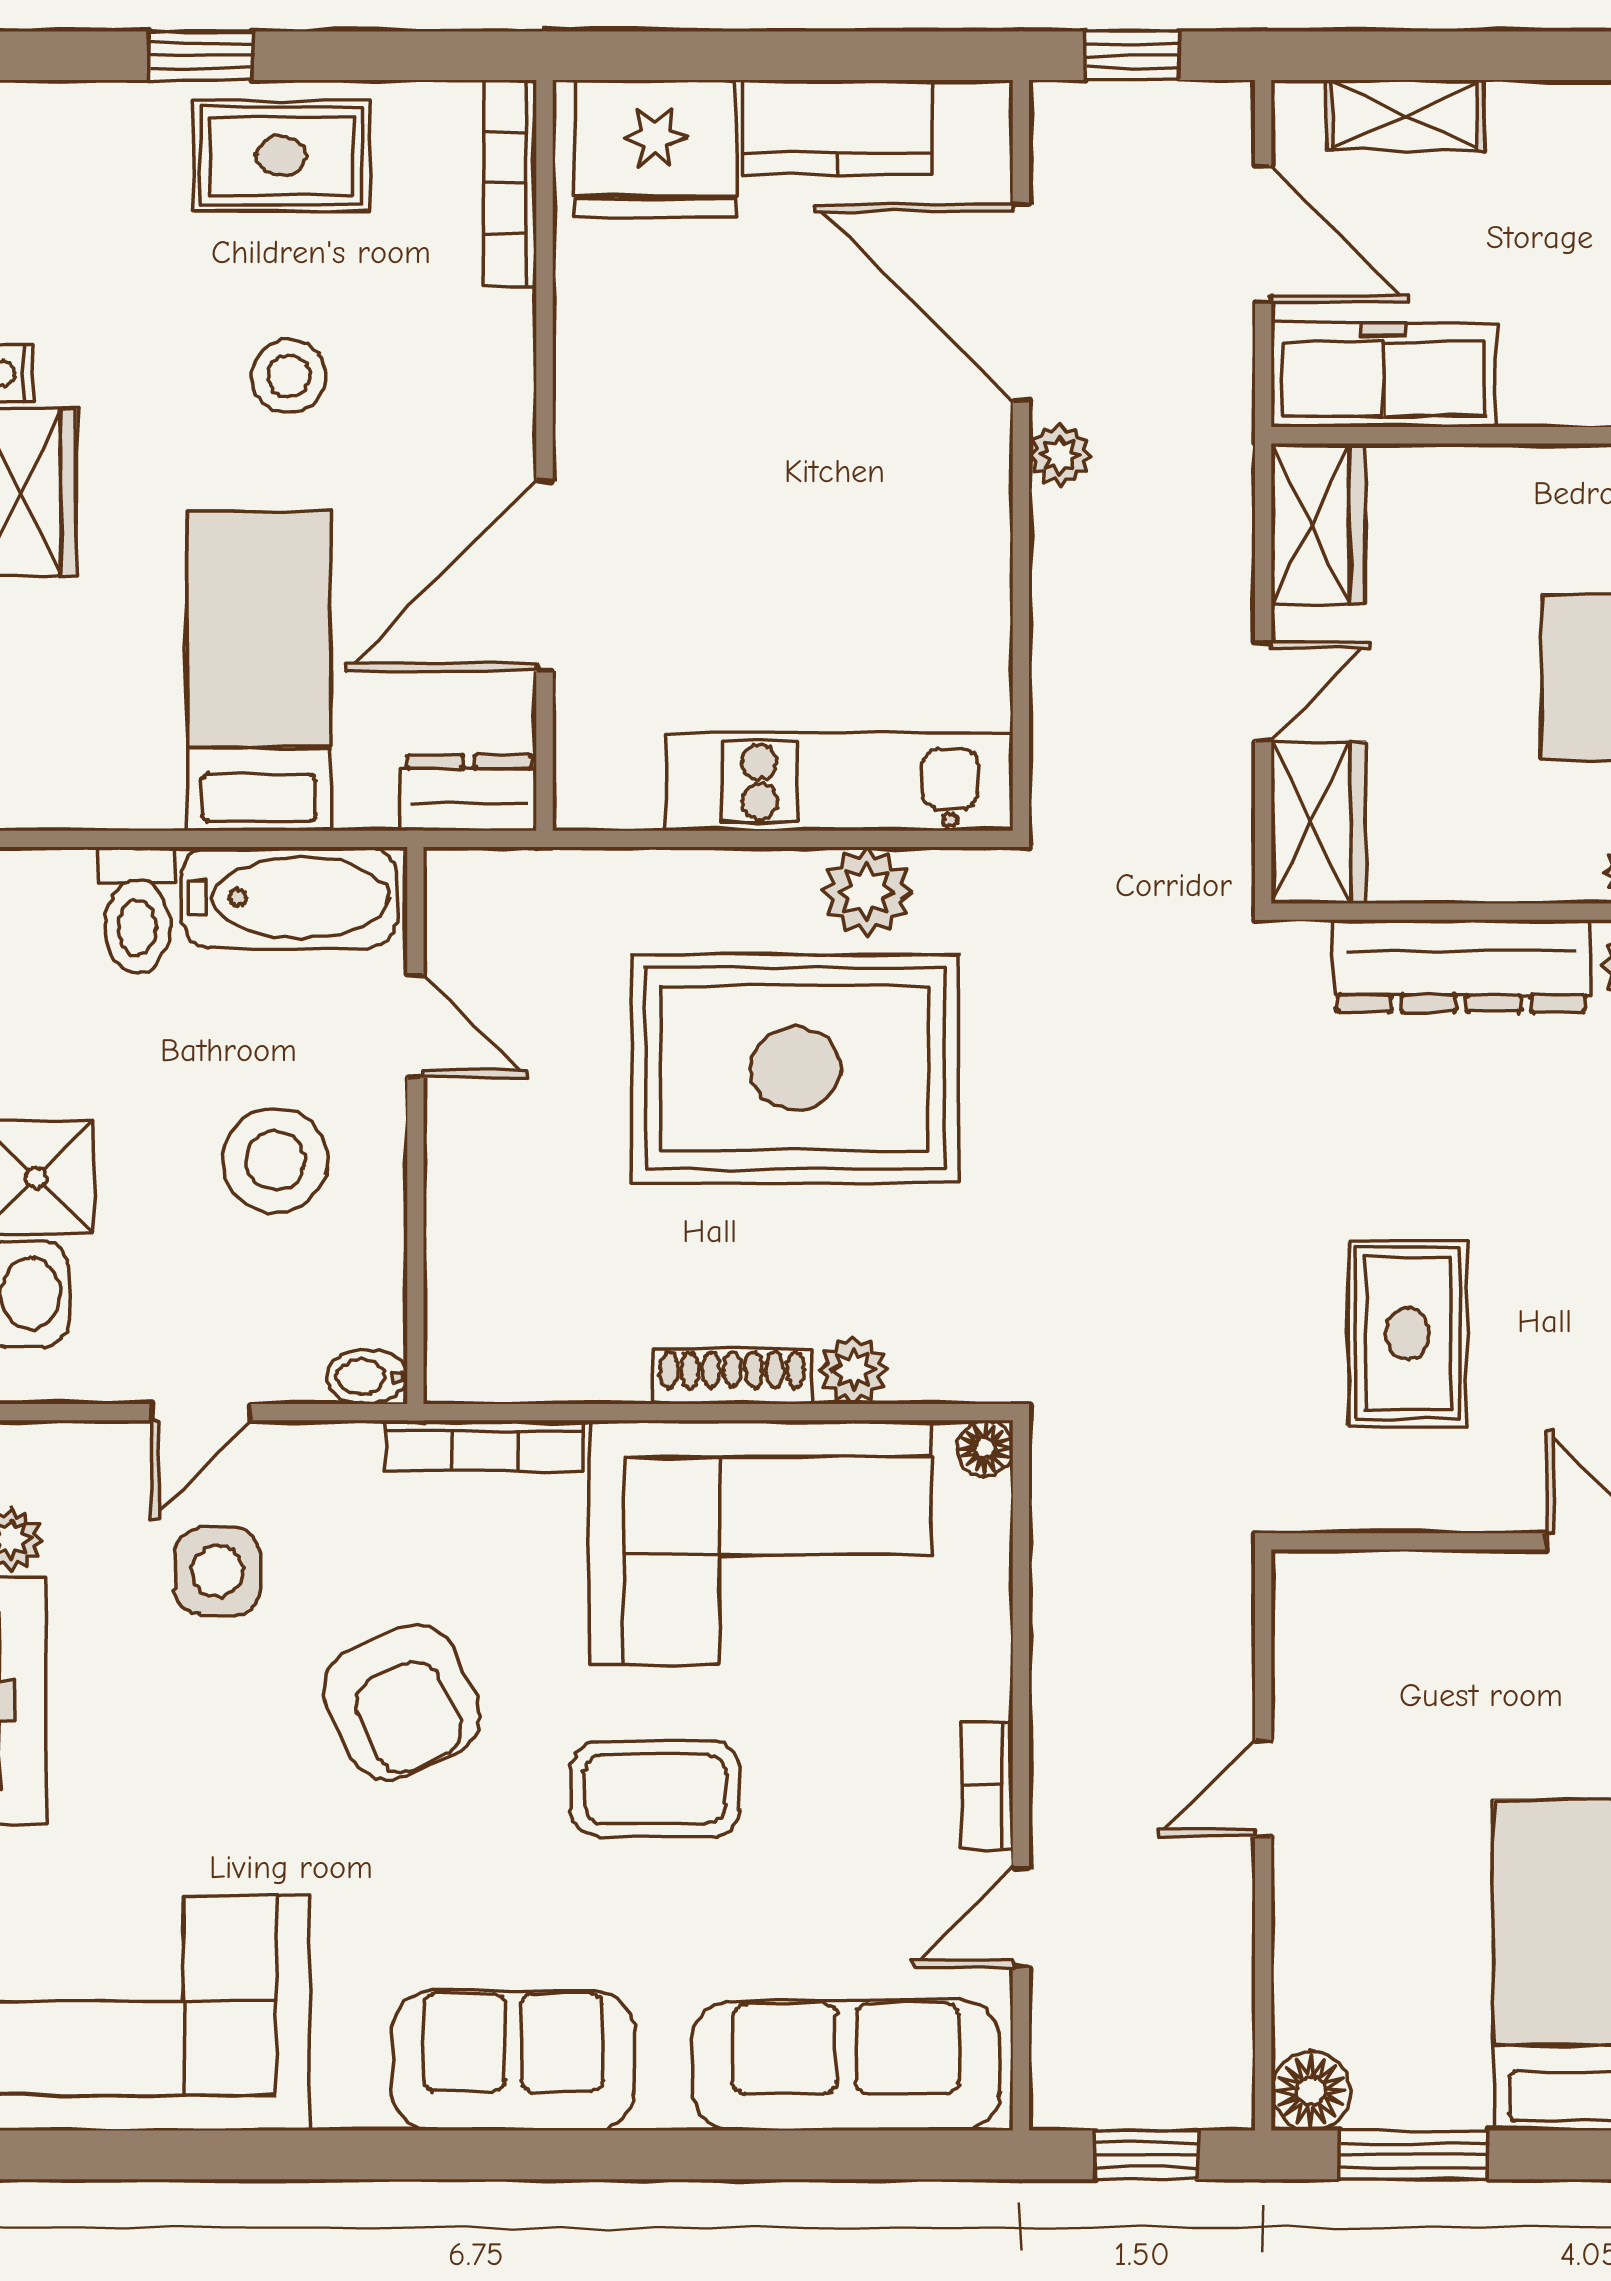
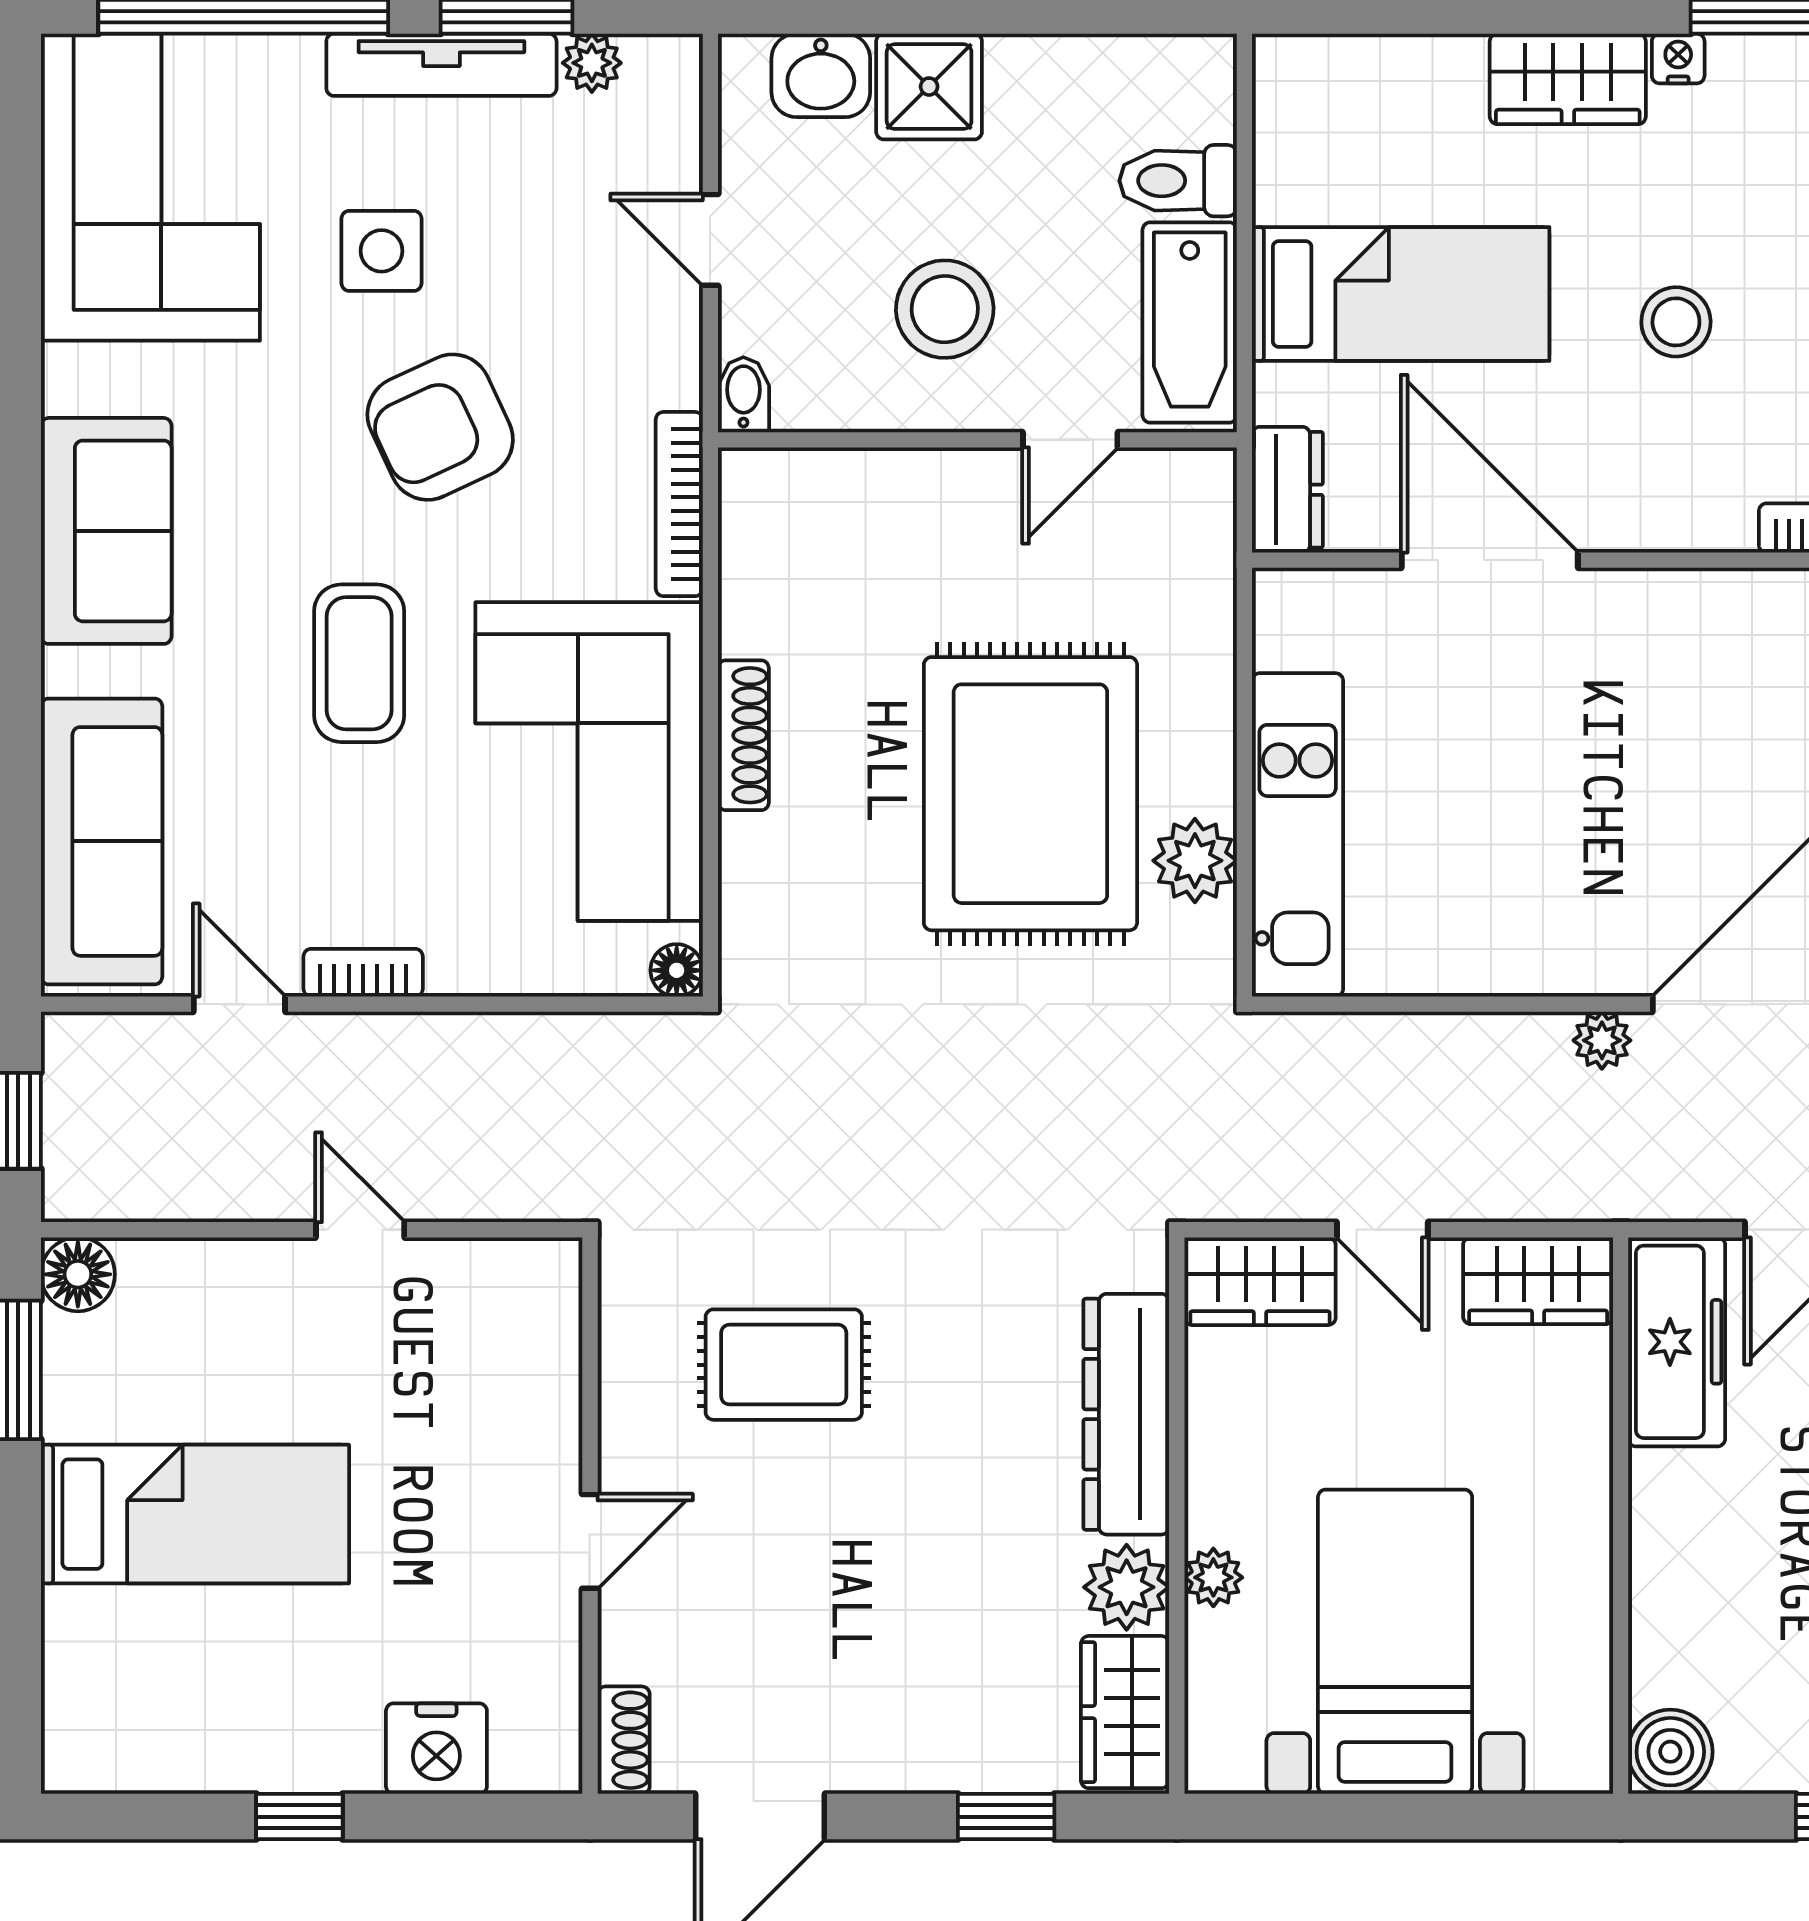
plant: (853, 1370) -> (750, 848), removed
side table: (217, 1571) -> (382, 251), moved

